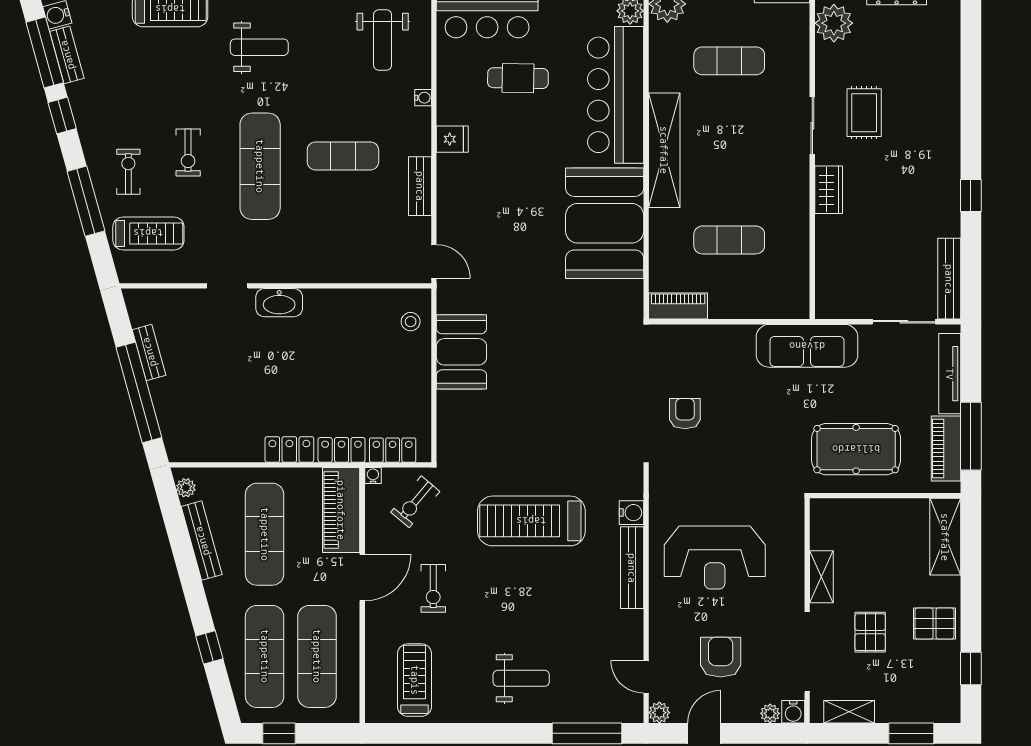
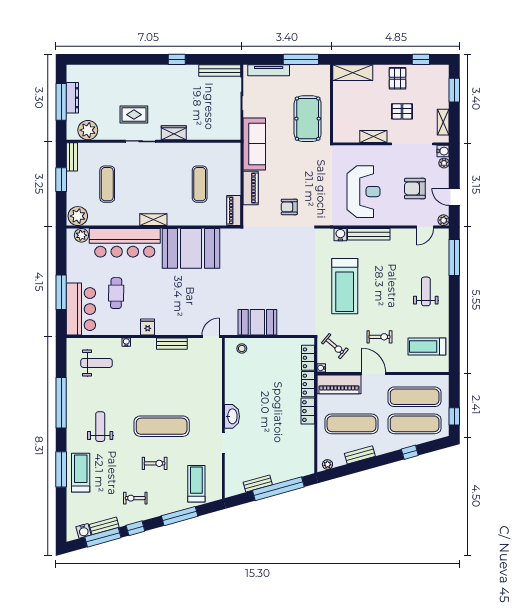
shelving: (664, 150) -> (153, 220), width x0.45, depth x0.75
exercise mat: (343, 156) -> (156, 383), removed
exercise bike: (128, 172) -> (135, 498), moved
piano: (946, 448) -> (251, 188), moved, turned -90
bench: (202, 541) -> (360, 455), width x0.73

